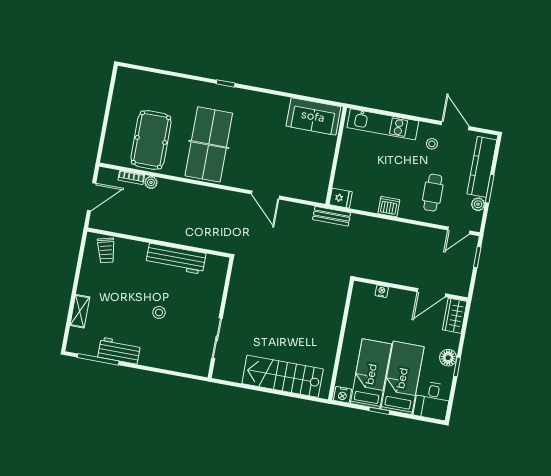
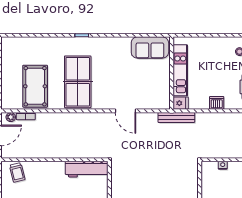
kitchen unit: (383, 124) -> (180, 70), moved, turned -90
plant: (151, 182) -> (11, 117), moved
bench: (332, 216) -> (176, 117), width x1.36
workbench: (176, 259) -> (87, 169), moved

